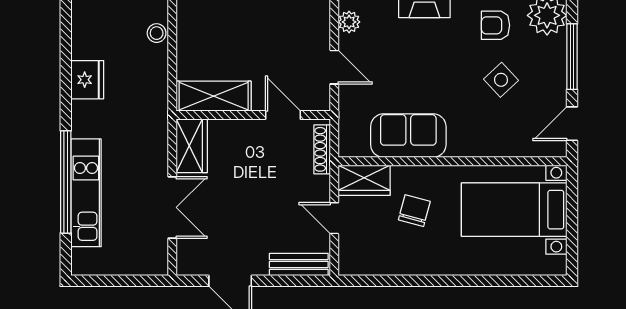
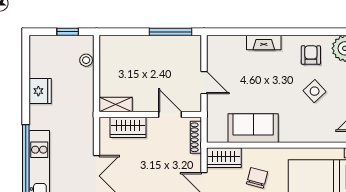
plant: (349, 22) -> (214, 53), removed
armchair: (495, 25) -> (311, 55), turned 90
shelving: (214, 96) -> (116, 104), width x0.67, depth x0.75
wardrobe: (192, 146) -> (128, 127), moved, turned 90

